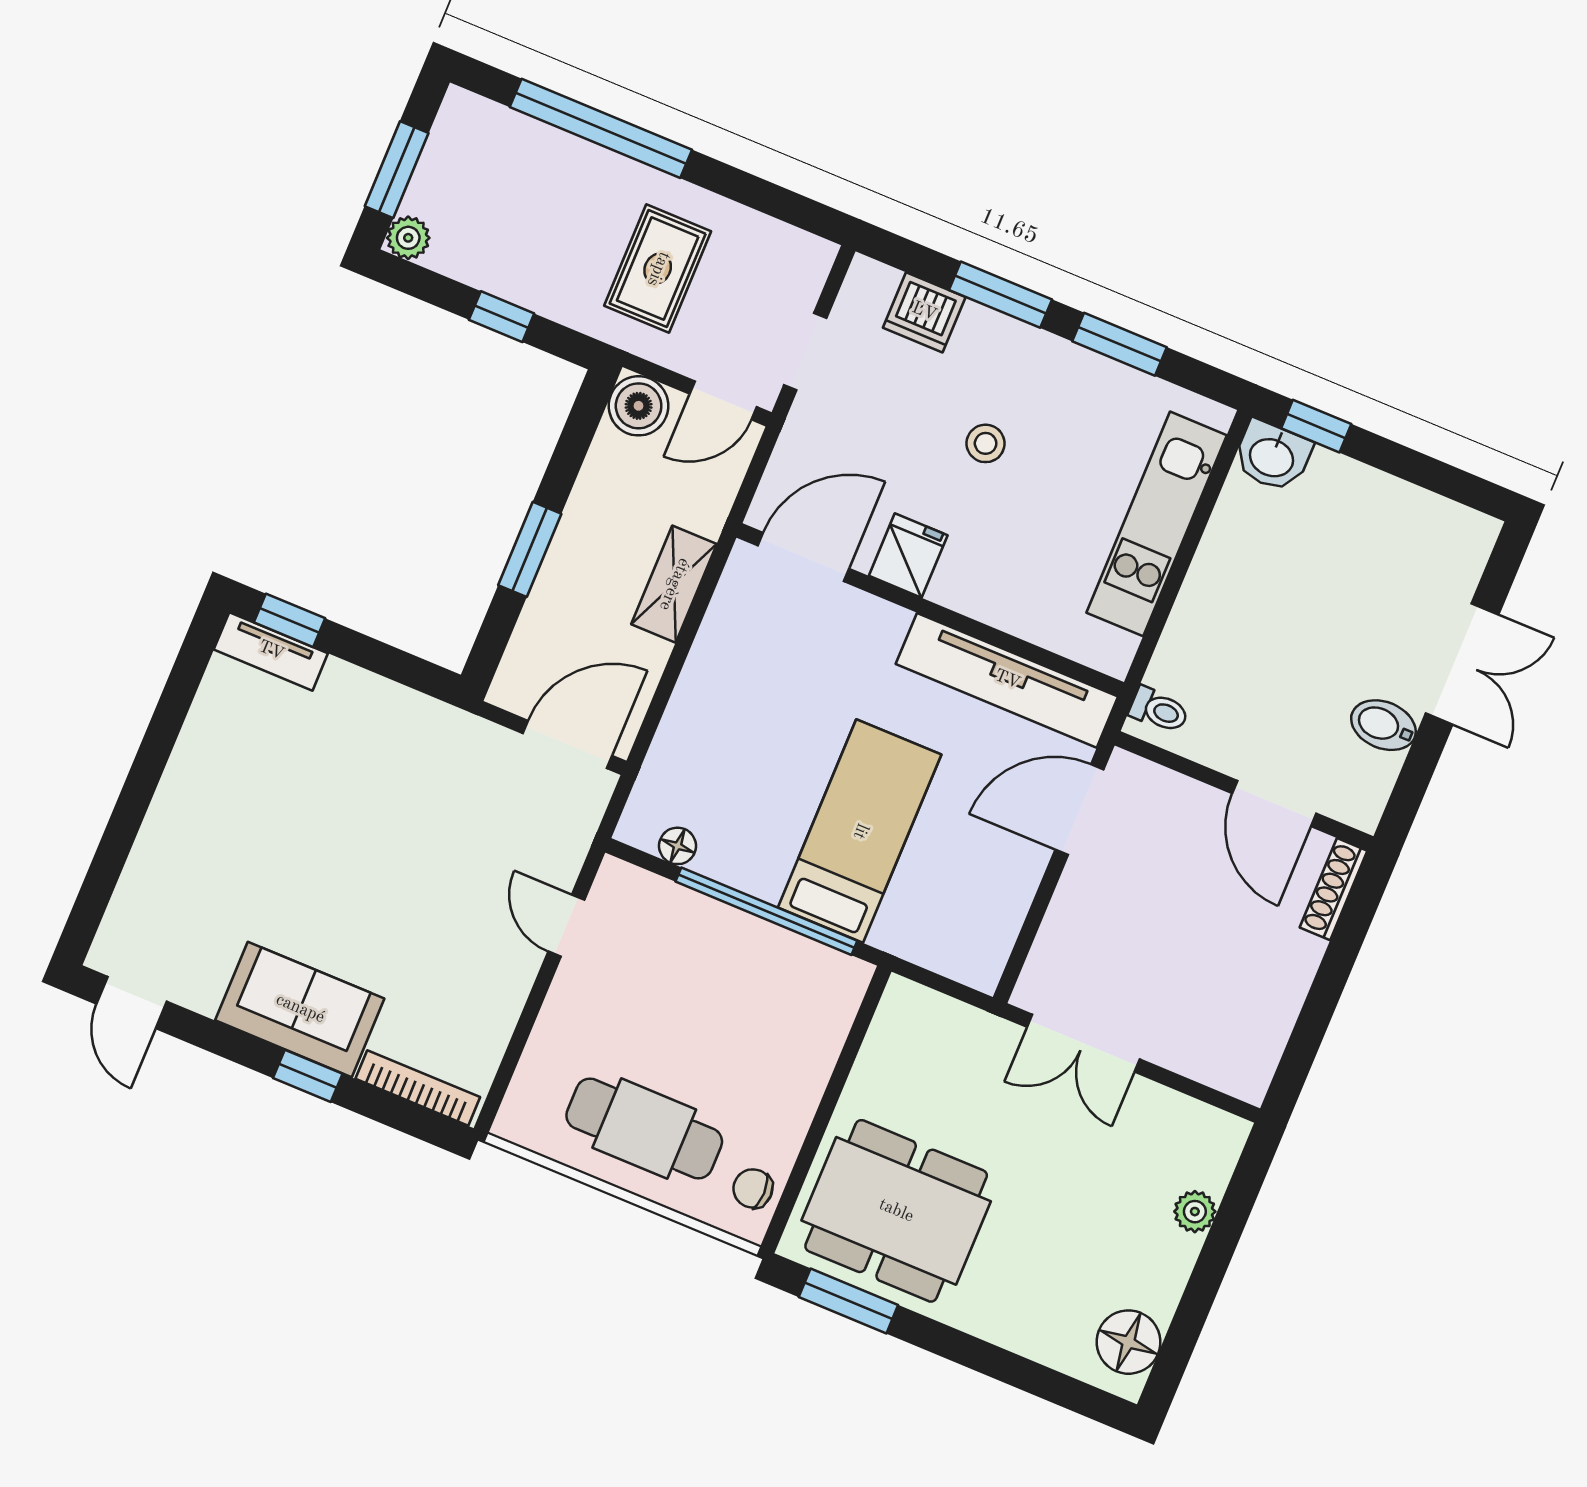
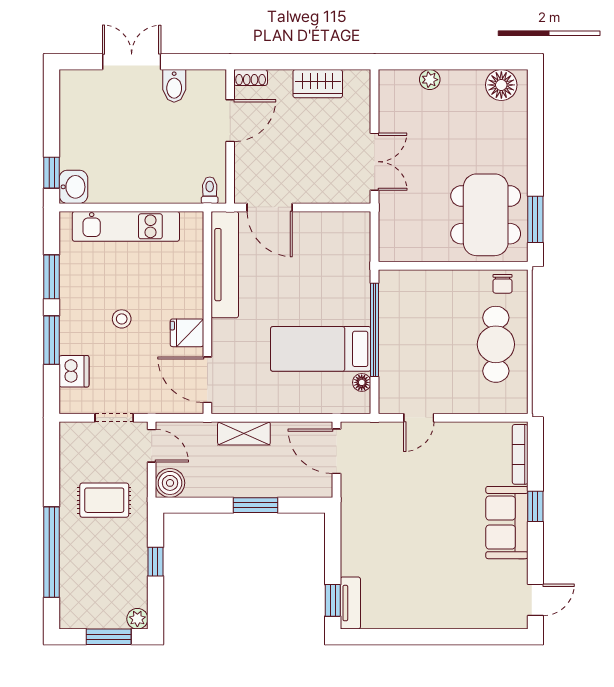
bed: (860, 831) -> (321, 349), moved
shoe rack: (1334, 889) -> (251, 78), width x0.70
wardrobe: (1275, 997) -> (318, 84), added

